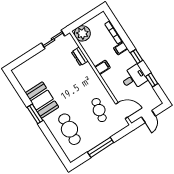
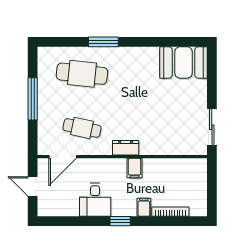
plant: (82, 33) -> (195, 170), removed
dresser: (80, 56) -> (126, 148), moved
window: (152, 80) -> (77, 221), removed
booth: (42, 100) -> (183, 62), moved
window: (35, 114) -> (103, 42), moved

